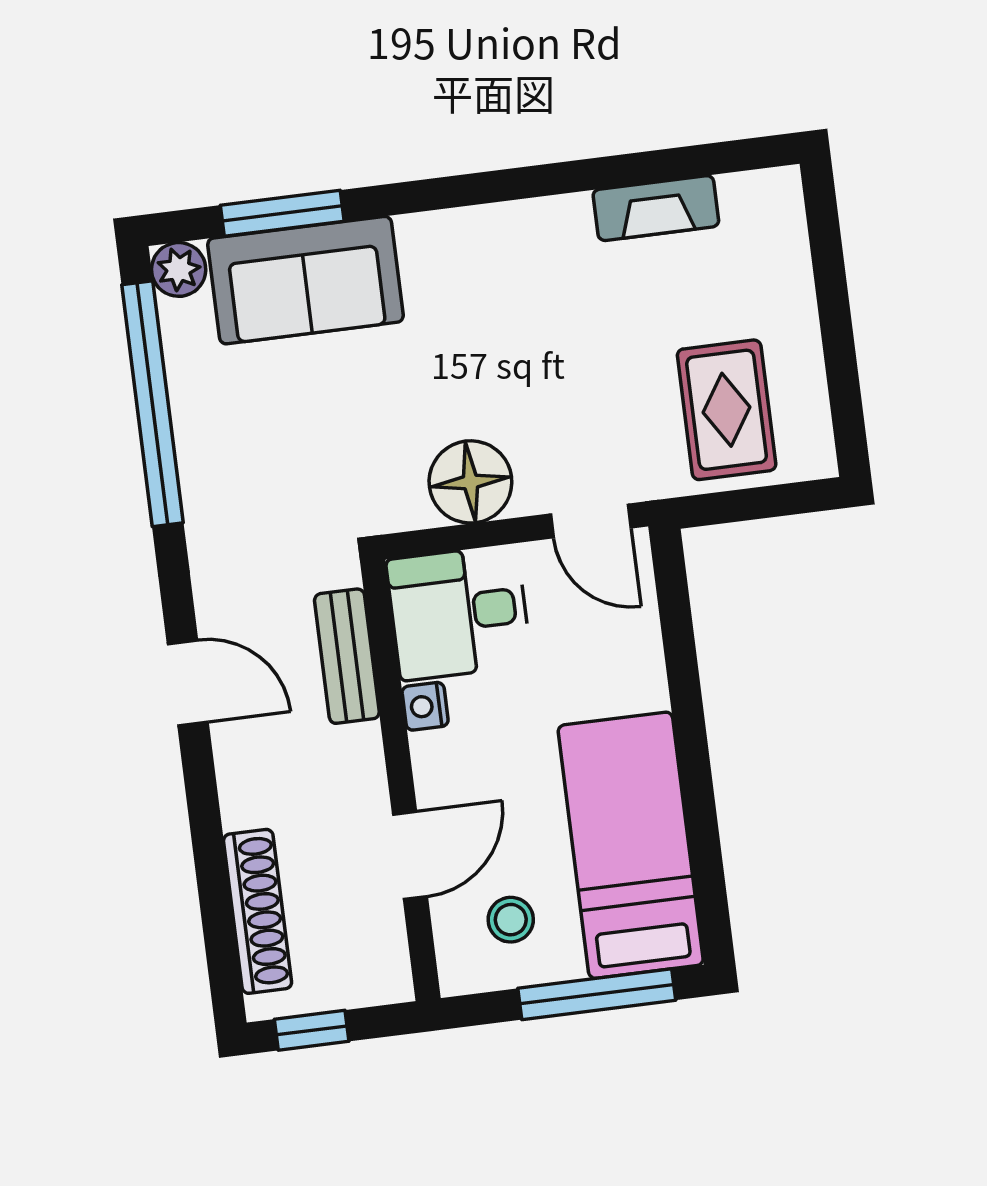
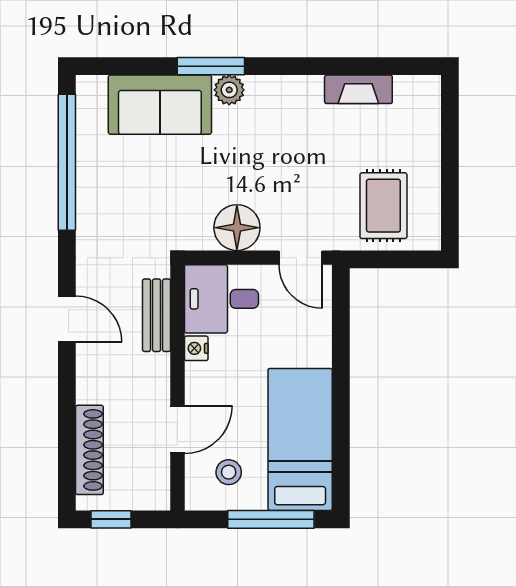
window: (282, 213) -> (211, 66), moved
plant: (179, 269) -> (229, 90), moved

